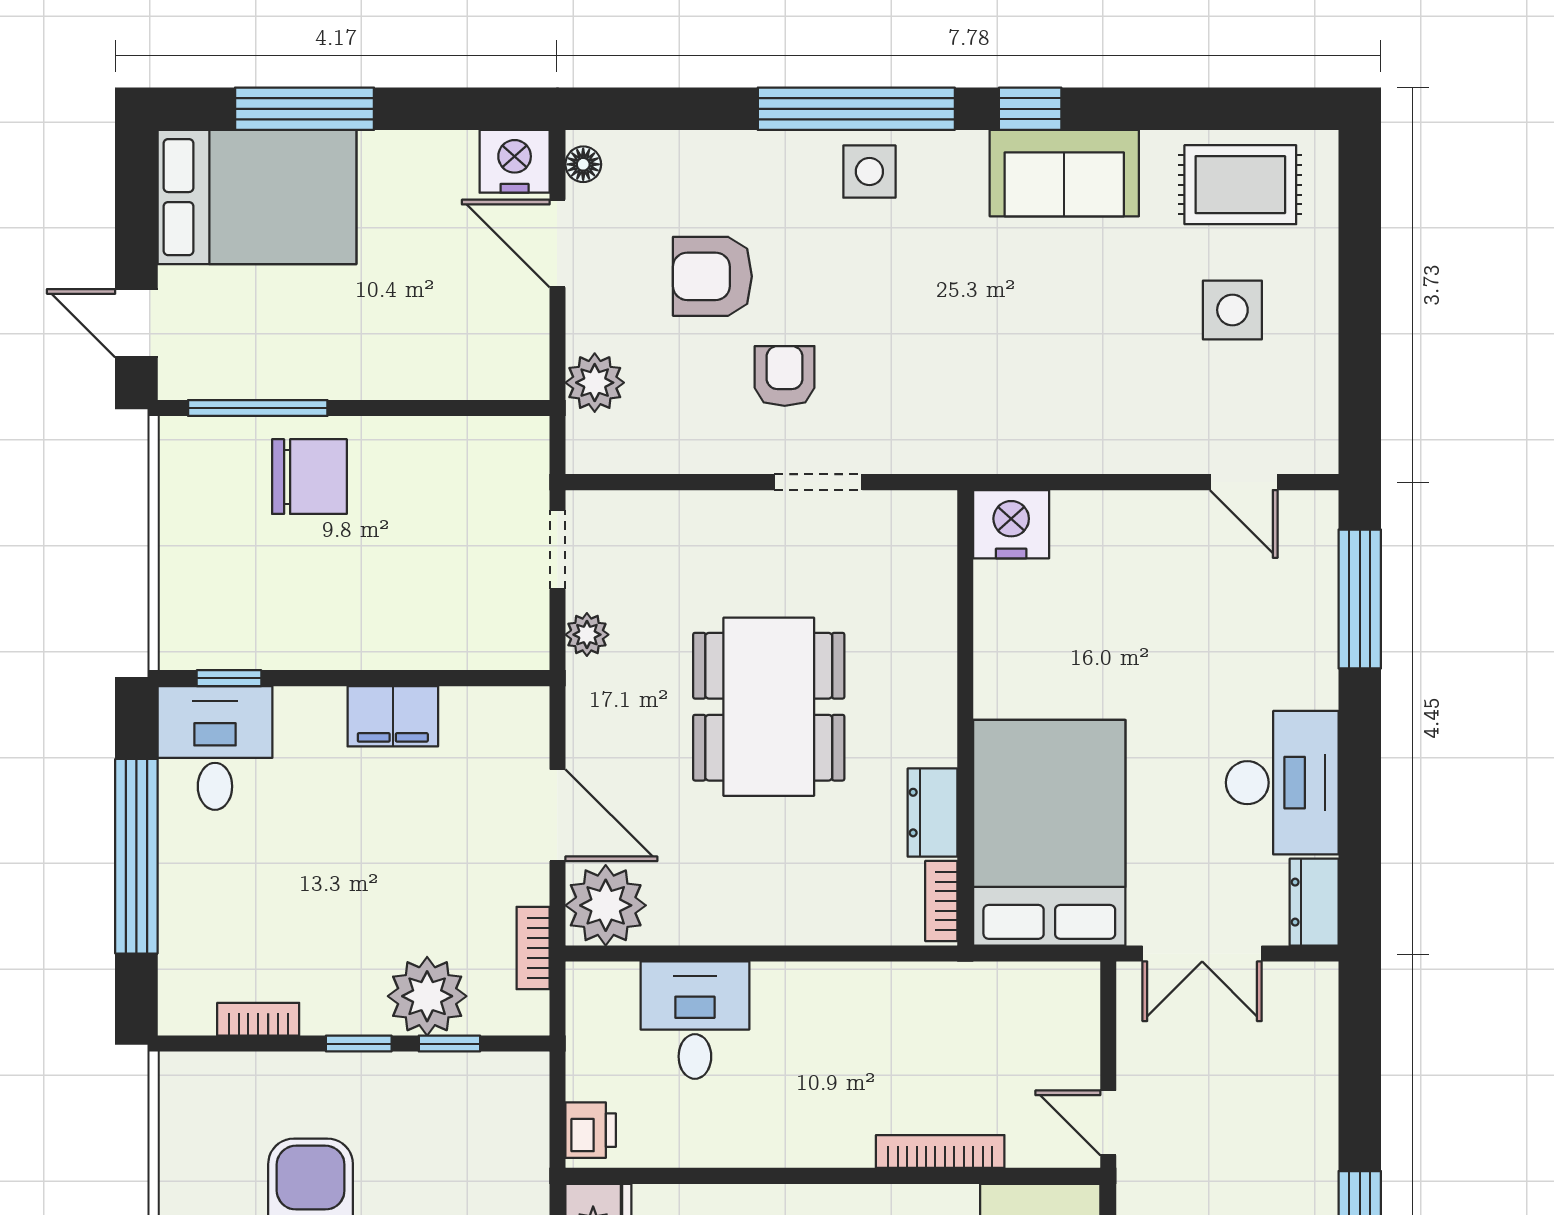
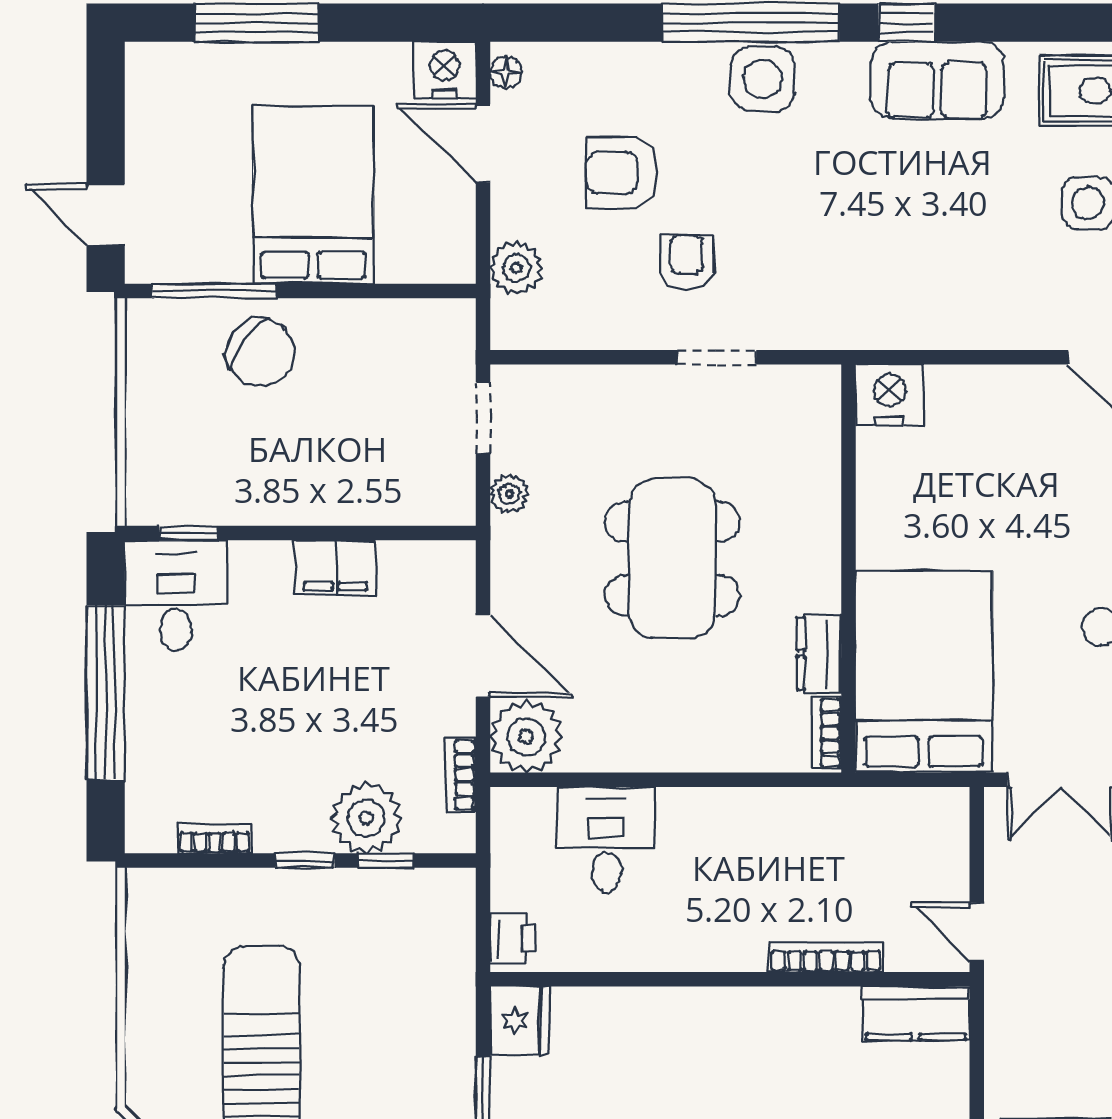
side table: (869, 172) -> (763, 79), width x1.37, depth x1.37
bed: (257, 197) -> (313, 195), moved, turned -90
chair: (309, 477) -> (261, 352), turned 37

